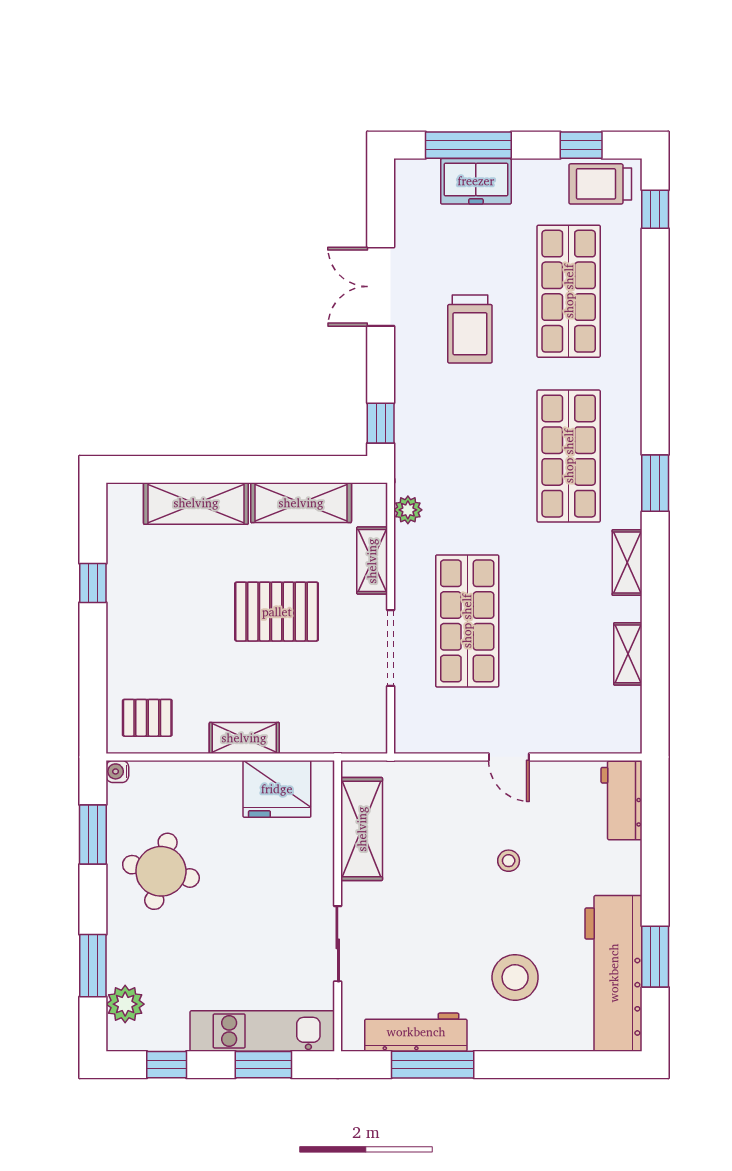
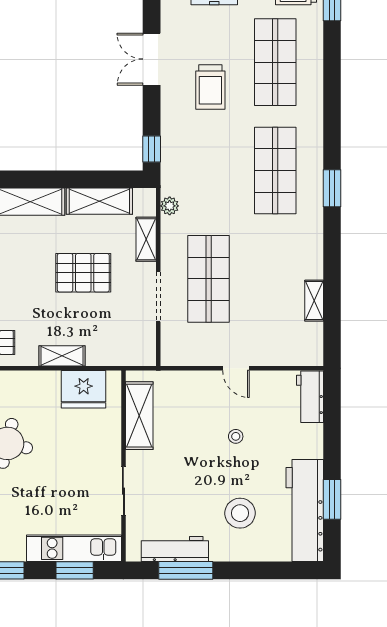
shelving: (627, 563) -> (314, 240), removed

